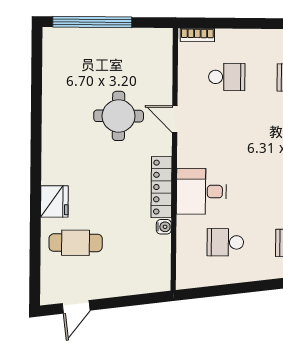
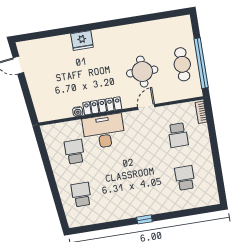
window: (92, 22) -> (201, 63), moved
desk: (201, 191) -> (104, 131), width x1.37
cafe table: (76, 243) -> (182, 64), moved

